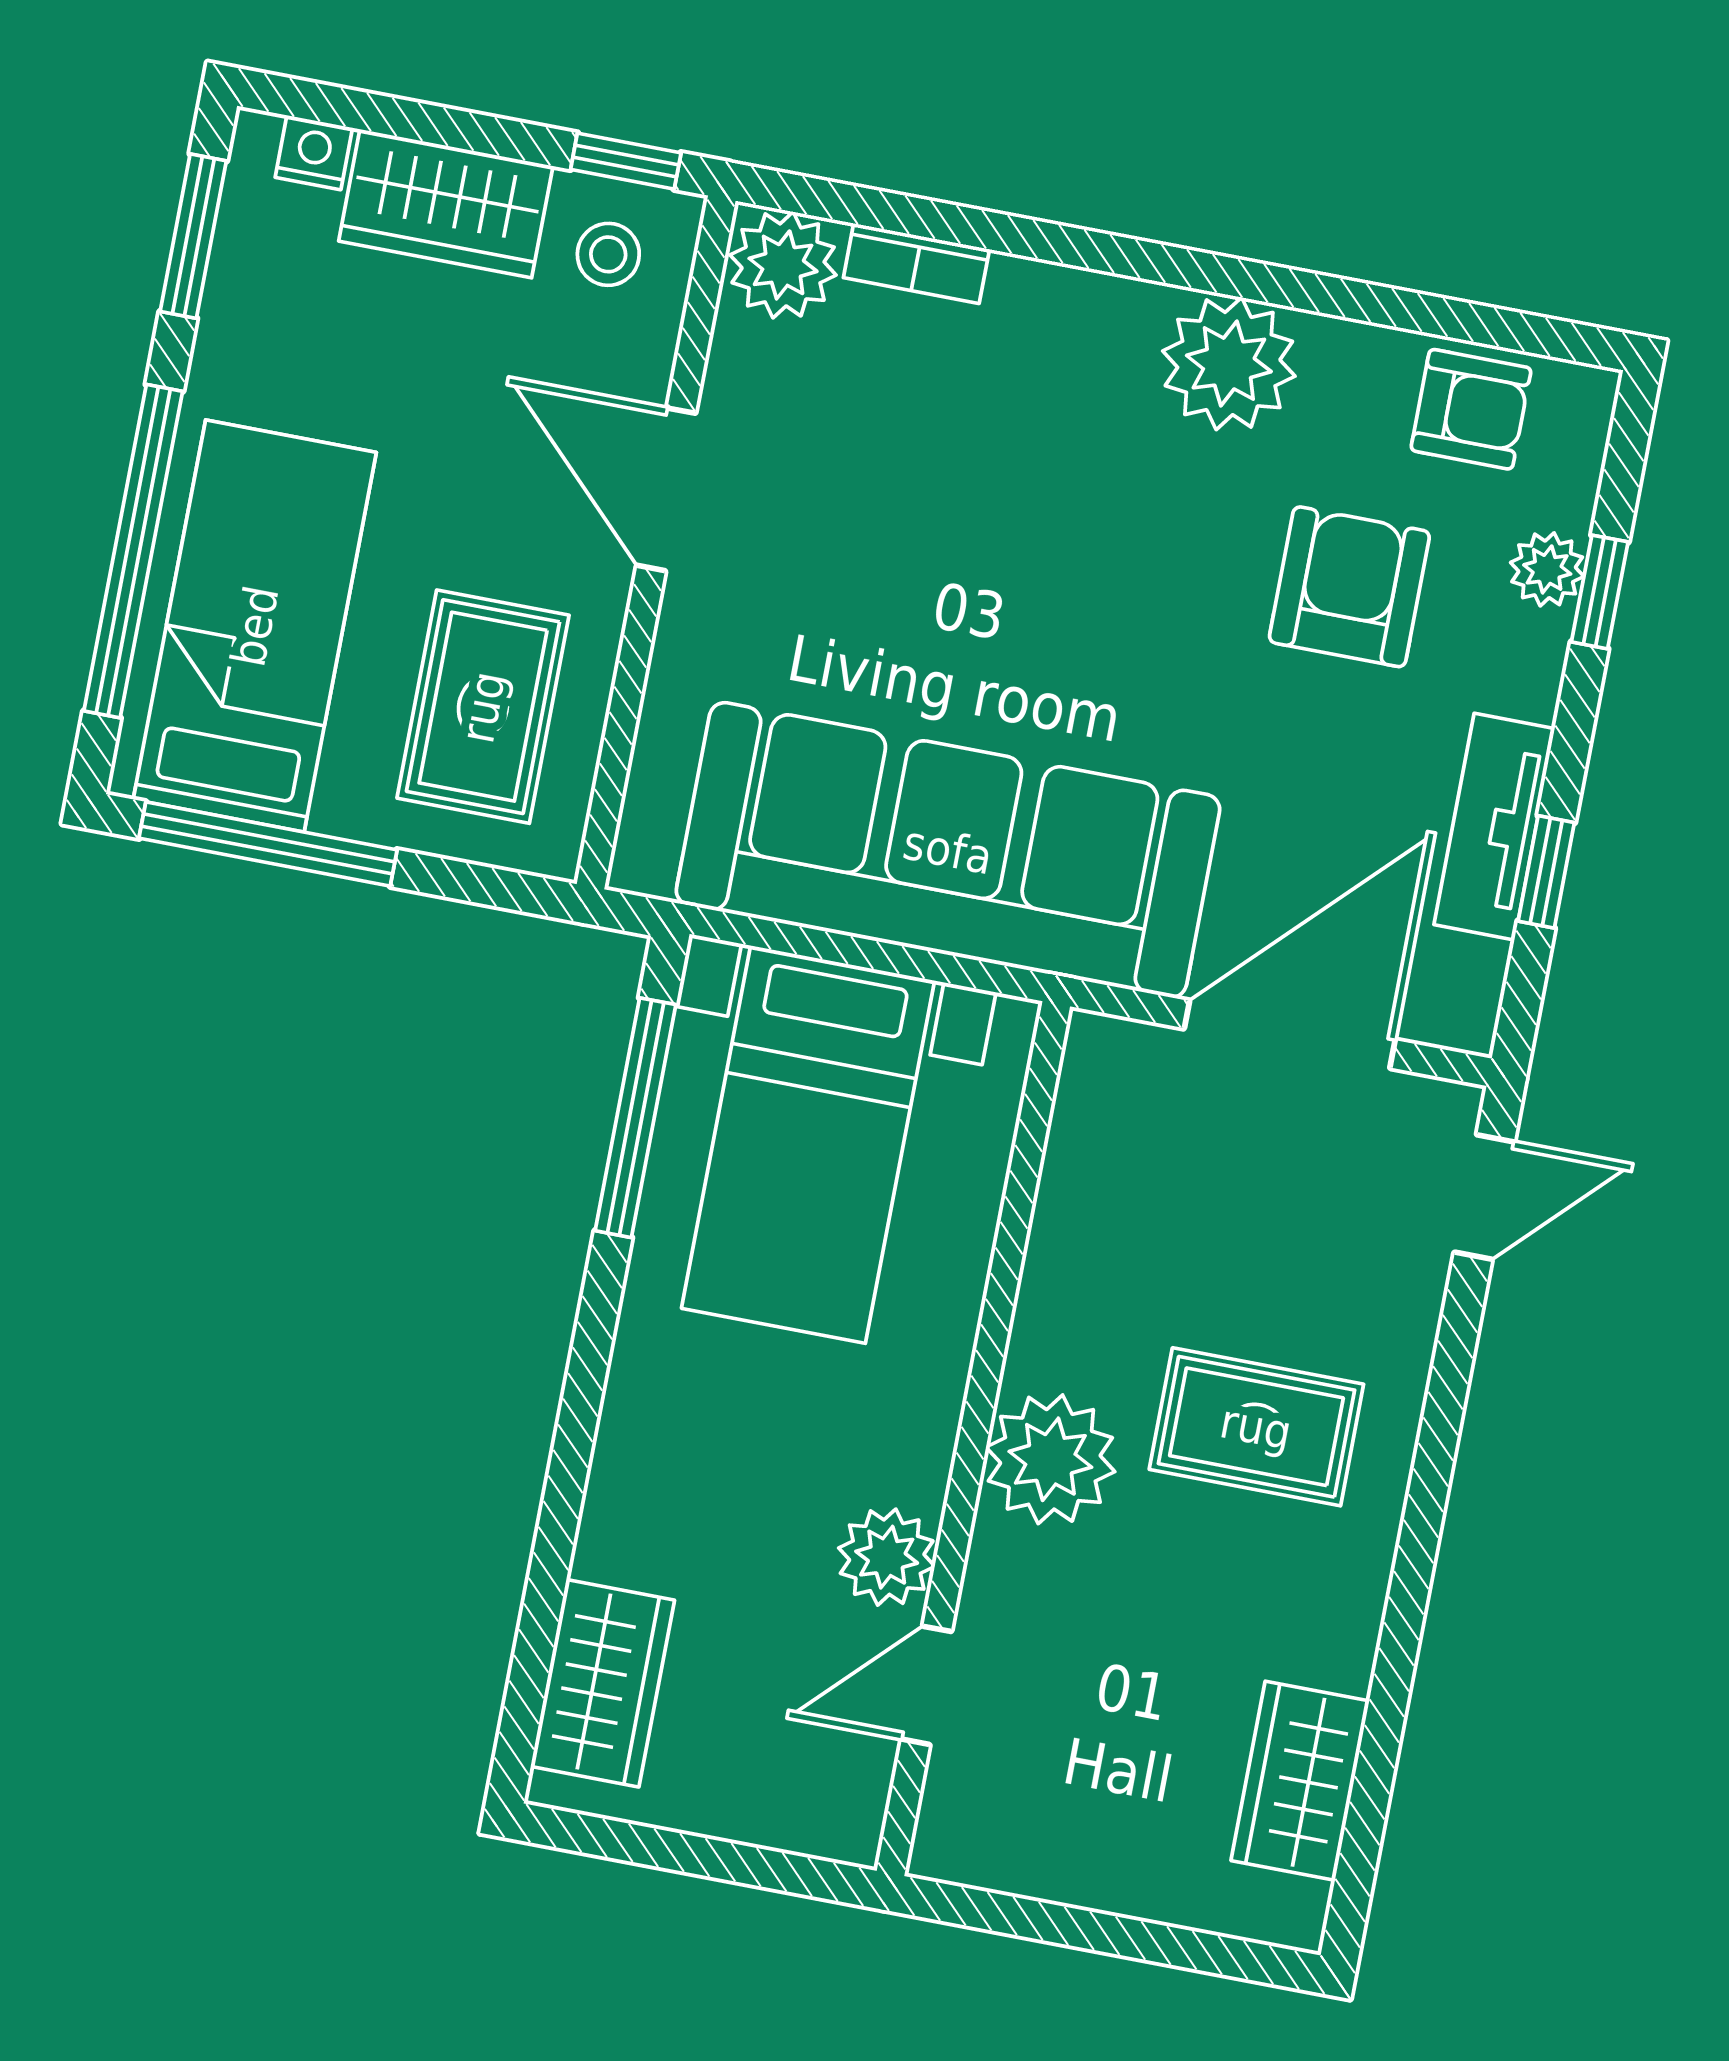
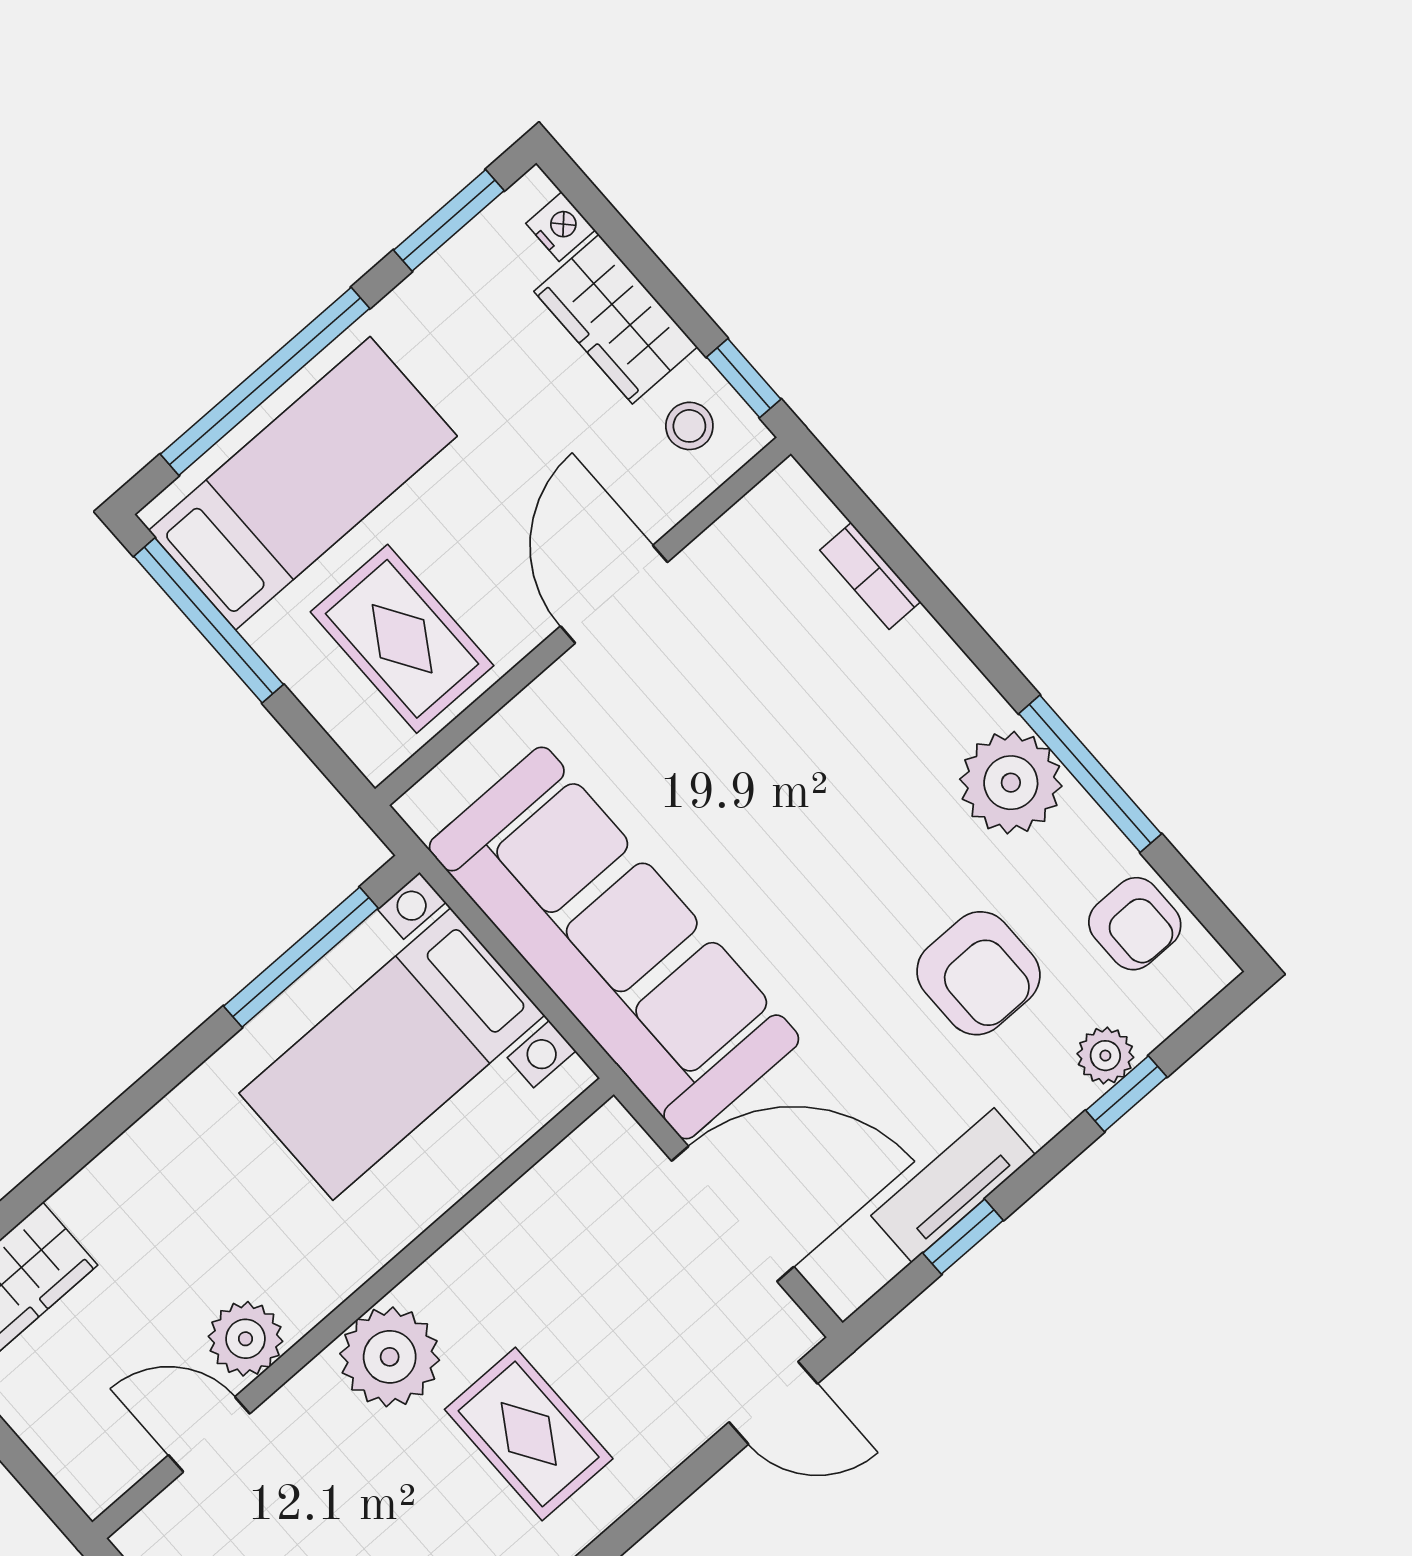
plant: (783, 265) -> (789, 514), removed
window: (1304, 290) -> (1090, 774), added
armchair: (1349, 587) -> (978, 973), turned 90
rug: (483, 707) -> (402, 639), turned 90

